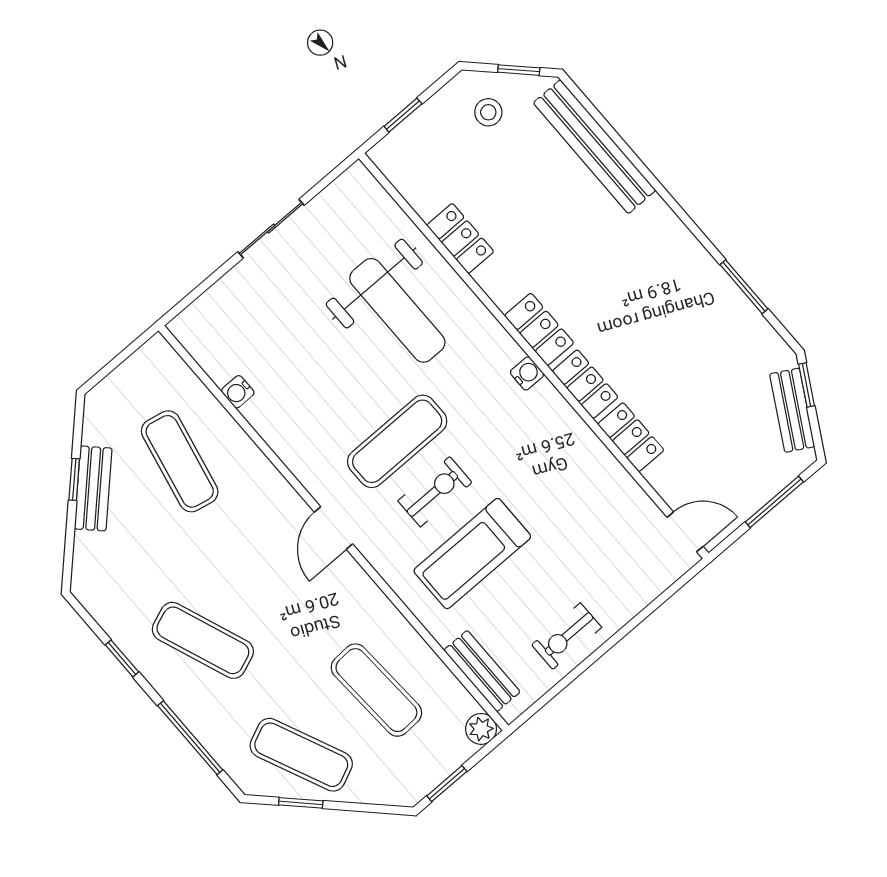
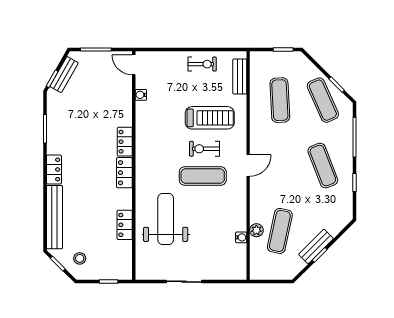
water cooler: (527, 373) -> (141, 95), moved
locker: (631, 437) -> (54, 169), moved, turned 180
plant: (481, 729) -> (256, 230), moved

